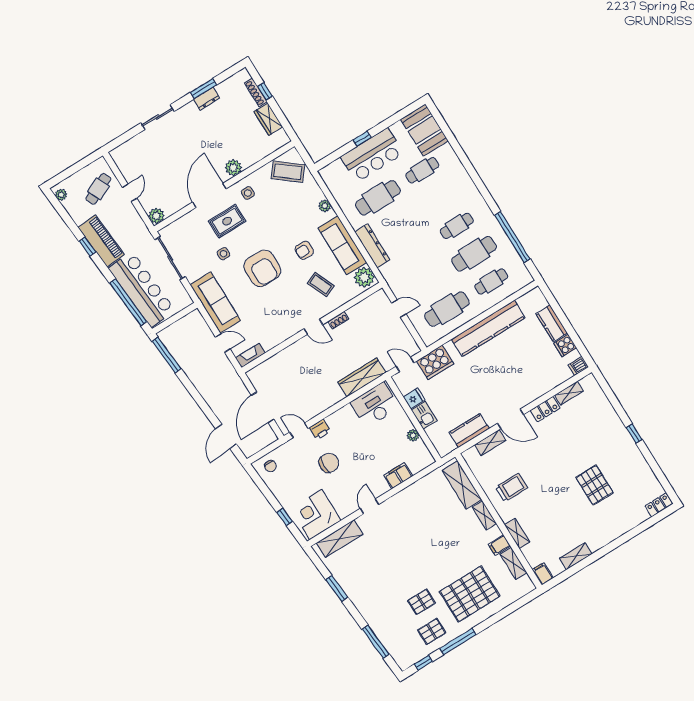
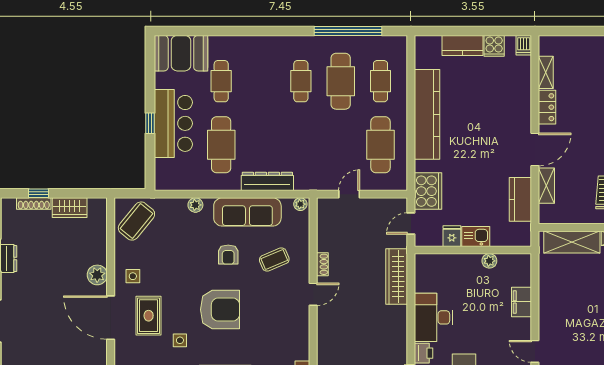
plant: (364, 277) -> (300, 204), width x0.53, depth x0.53
desk: (375, 405) -> (434, 317), moved

